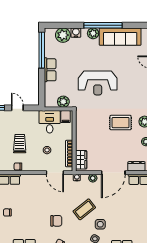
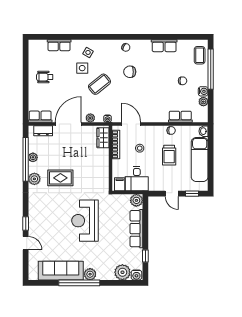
water cooler: (76, 33) -> (136, 275), moved
window: (42, 50) -> (145, 256), width x0.32
row of seats: (50, 70) -> (136, 229), width x1.48
reception desk: (98, 83) -> (85, 221), turned -90
plant: (63, 102) -> (136, 200), moved
wheelchair: (135, 216) -> (45, 77), added

